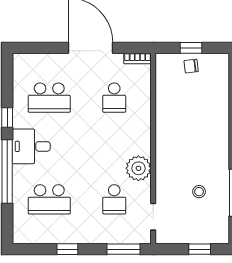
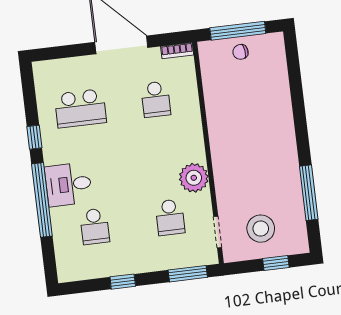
window: (191, 48) -> (238, 31), width x2.17
desk: (31, 146) -> (68, 184), moved
stool: (199, 192) -> (261, 229), moved, width x1.89, depth x1.89
school desk: (49, 199) -> (95, 226), width x0.54

